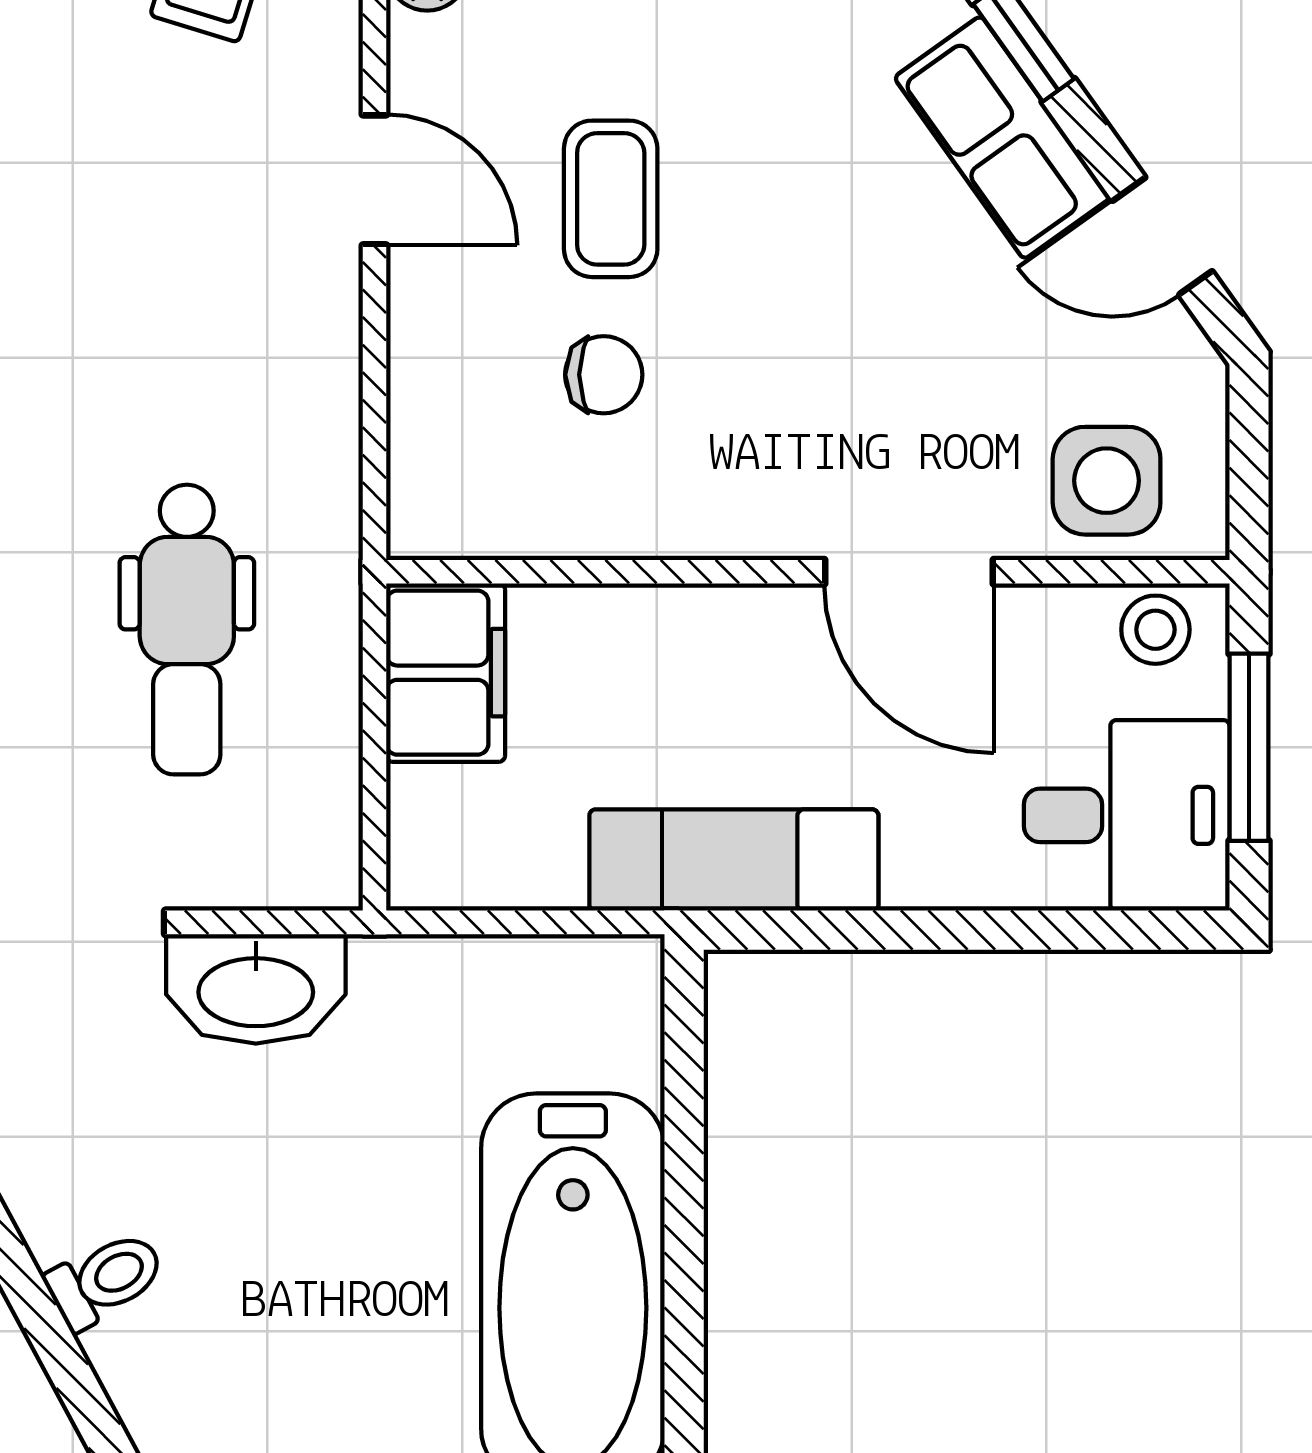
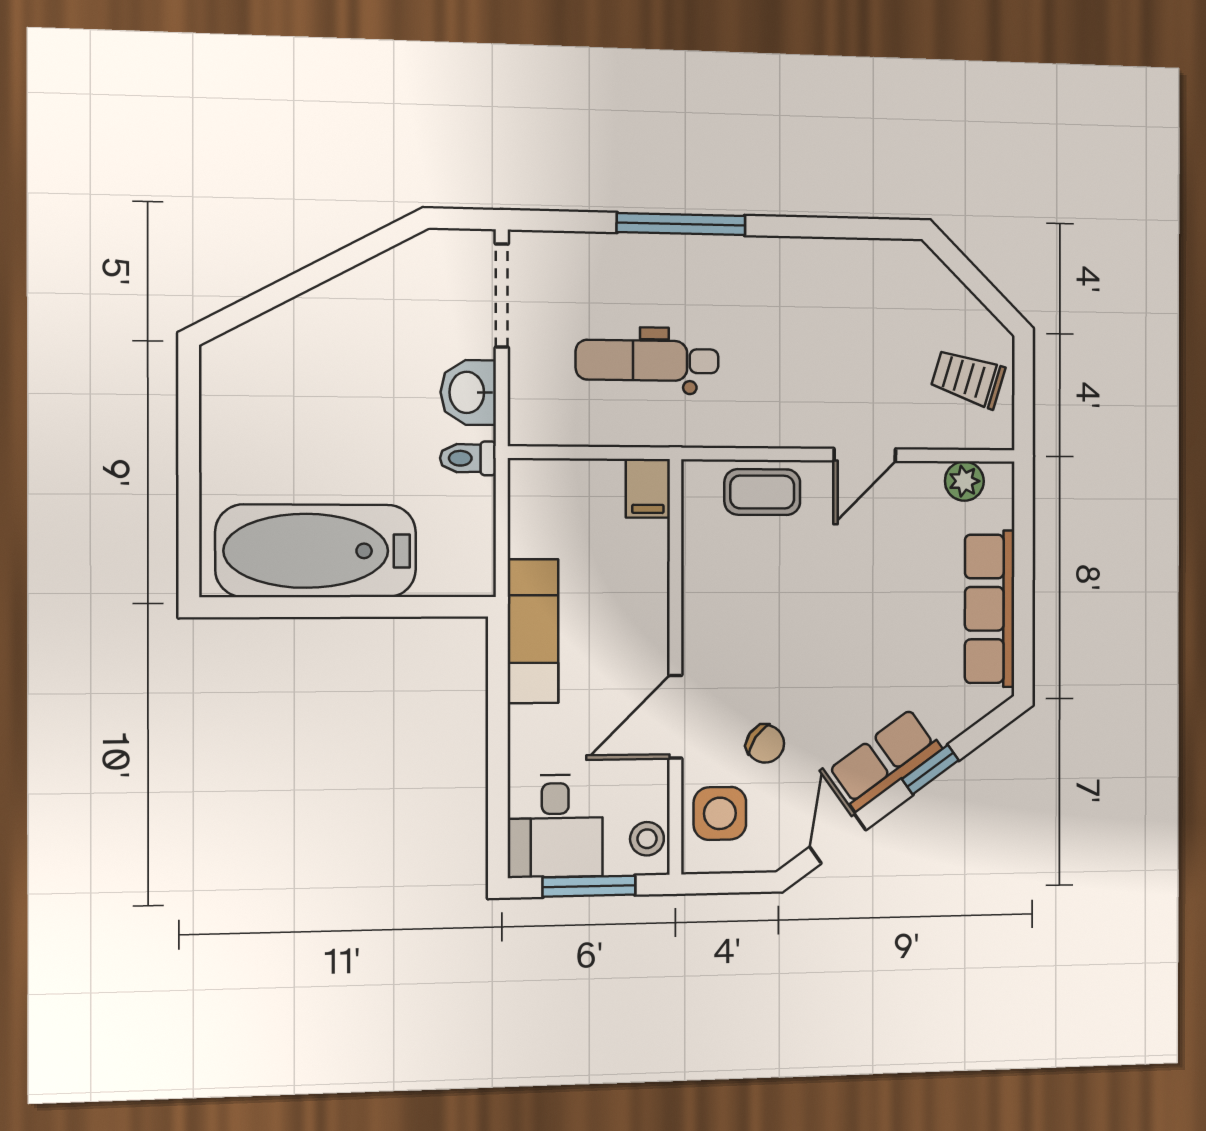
coffee table: (611, 199) -> (762, 492), moved
chair: (604, 375) -> (765, 744), moved, turned -55
filing cabinet: (446, 673) -> (648, 488), width x0.50
washbasin: (256, 989) -> (468, 392), width x0.72
toilet: (105, 1280) -> (468, 458), moved, turned 118

